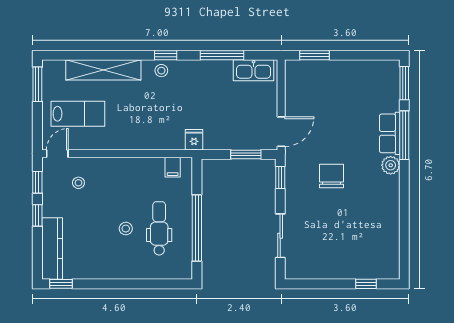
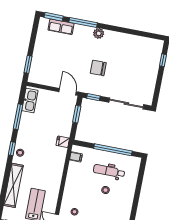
row of seats: (390, 133) -> (61, 27), moved
sliding door: (280, 236) -> (126, 103), width x1.37

